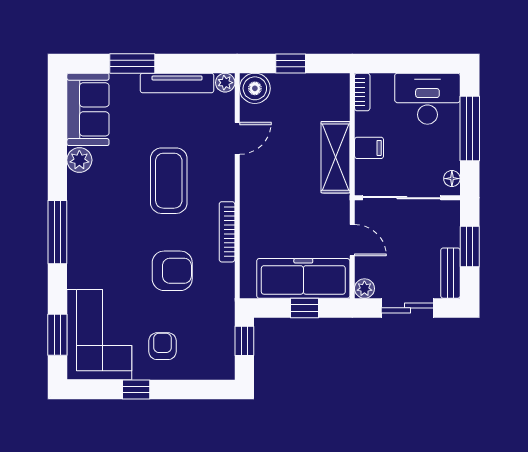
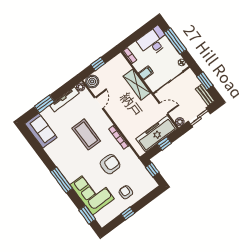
plant: (79, 160) -> (51, 150), removed
corner sofa: (99, 335) -> (92, 192), moved

